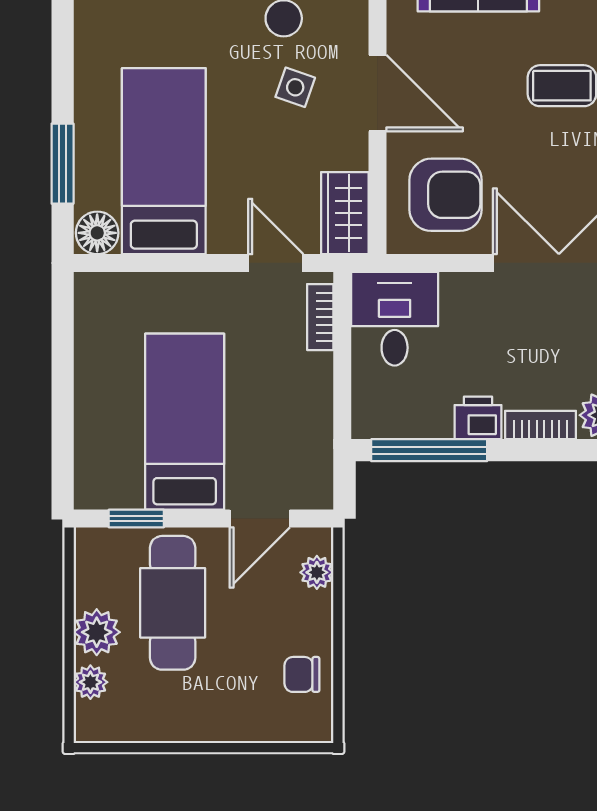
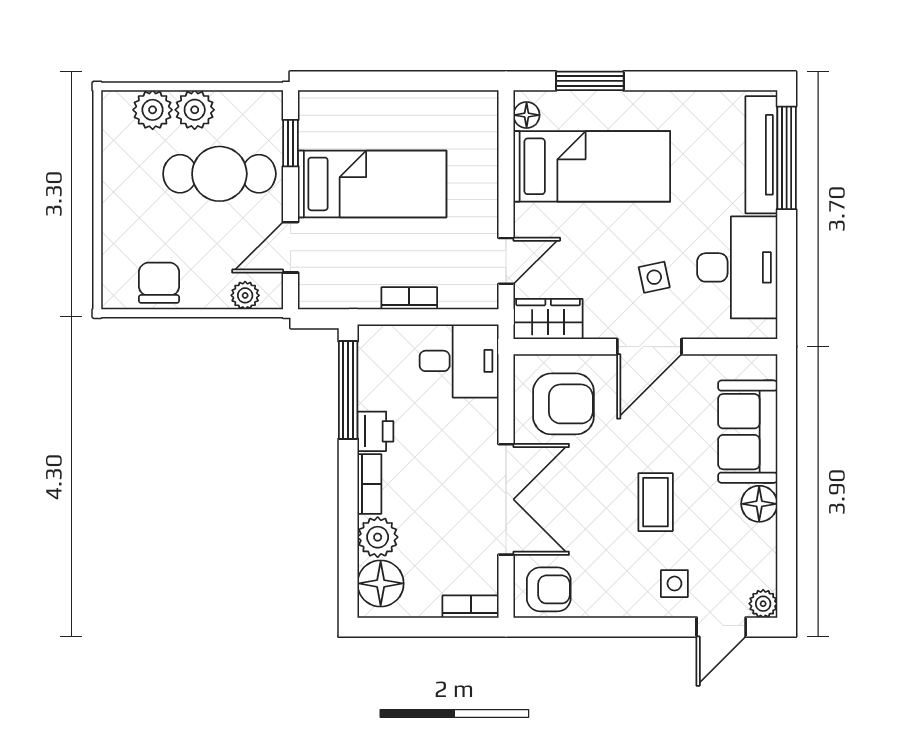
side table: (295, 87) -> (654, 277), turned -31
armchair: (446, 195) -> (563, 404), turned -90
floor lamp: (97, 233) -> (527, 115), width x0.73, depth x0.73
bookcase: (320, 317) -> (409, 298), moved
door: (260, 519) -> (291, 247), hinge flipped
chair: (302, 674) -> (159, 283), width x1.37, depth x1.37
plant: (90, 682) -> (153, 110), width x1.38, depth x1.38

